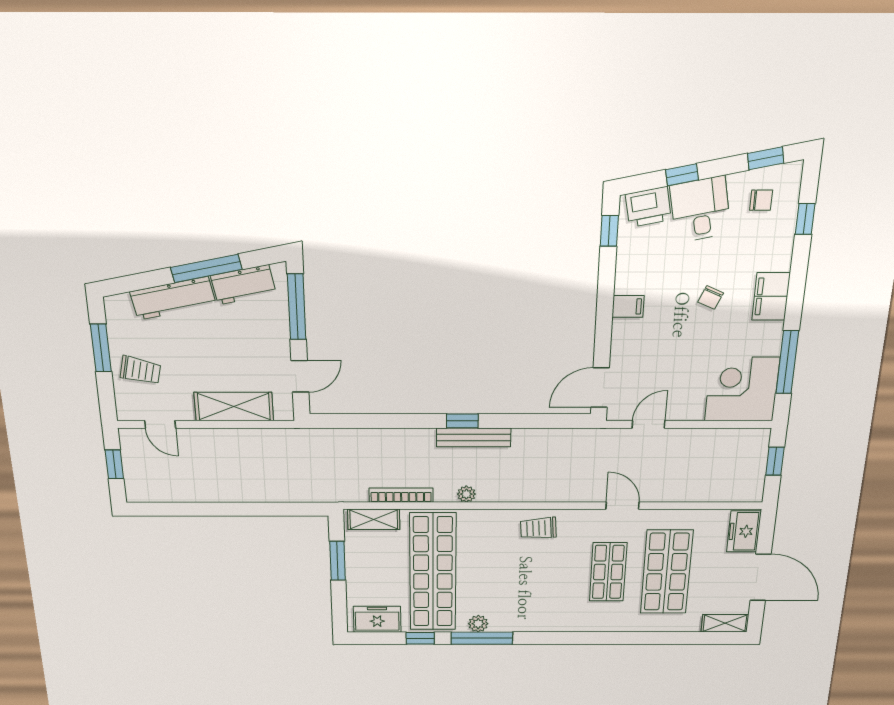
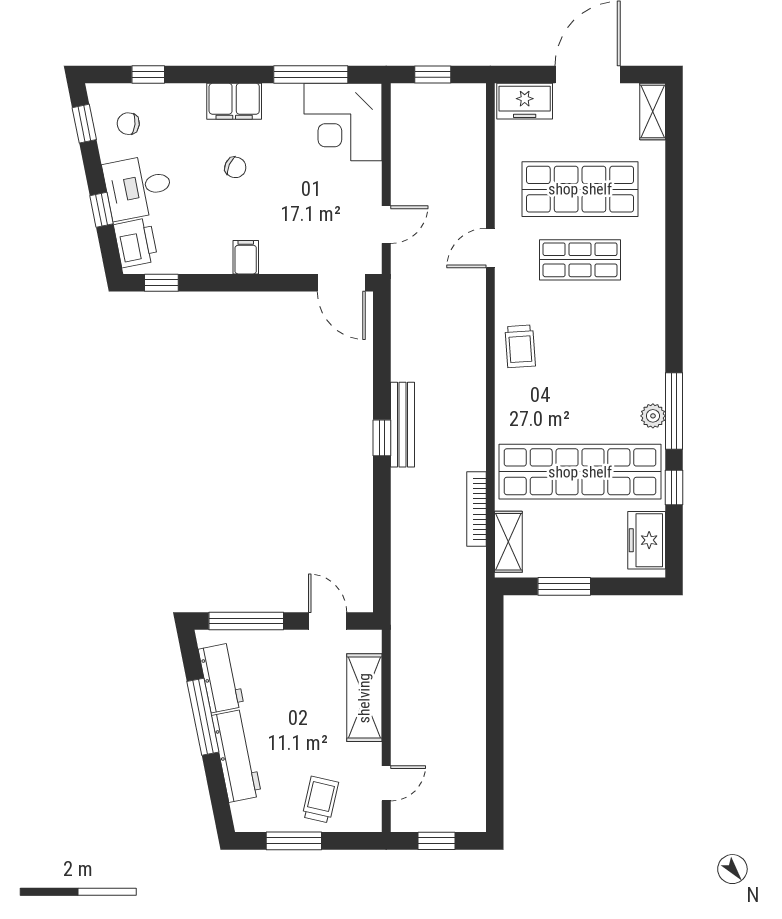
chair: (761, 200) -> (128, 124), turned -84
door: (649, 424) -> (386, 225), swing flipped
plant: (466, 494) -> (475, 432), removed

